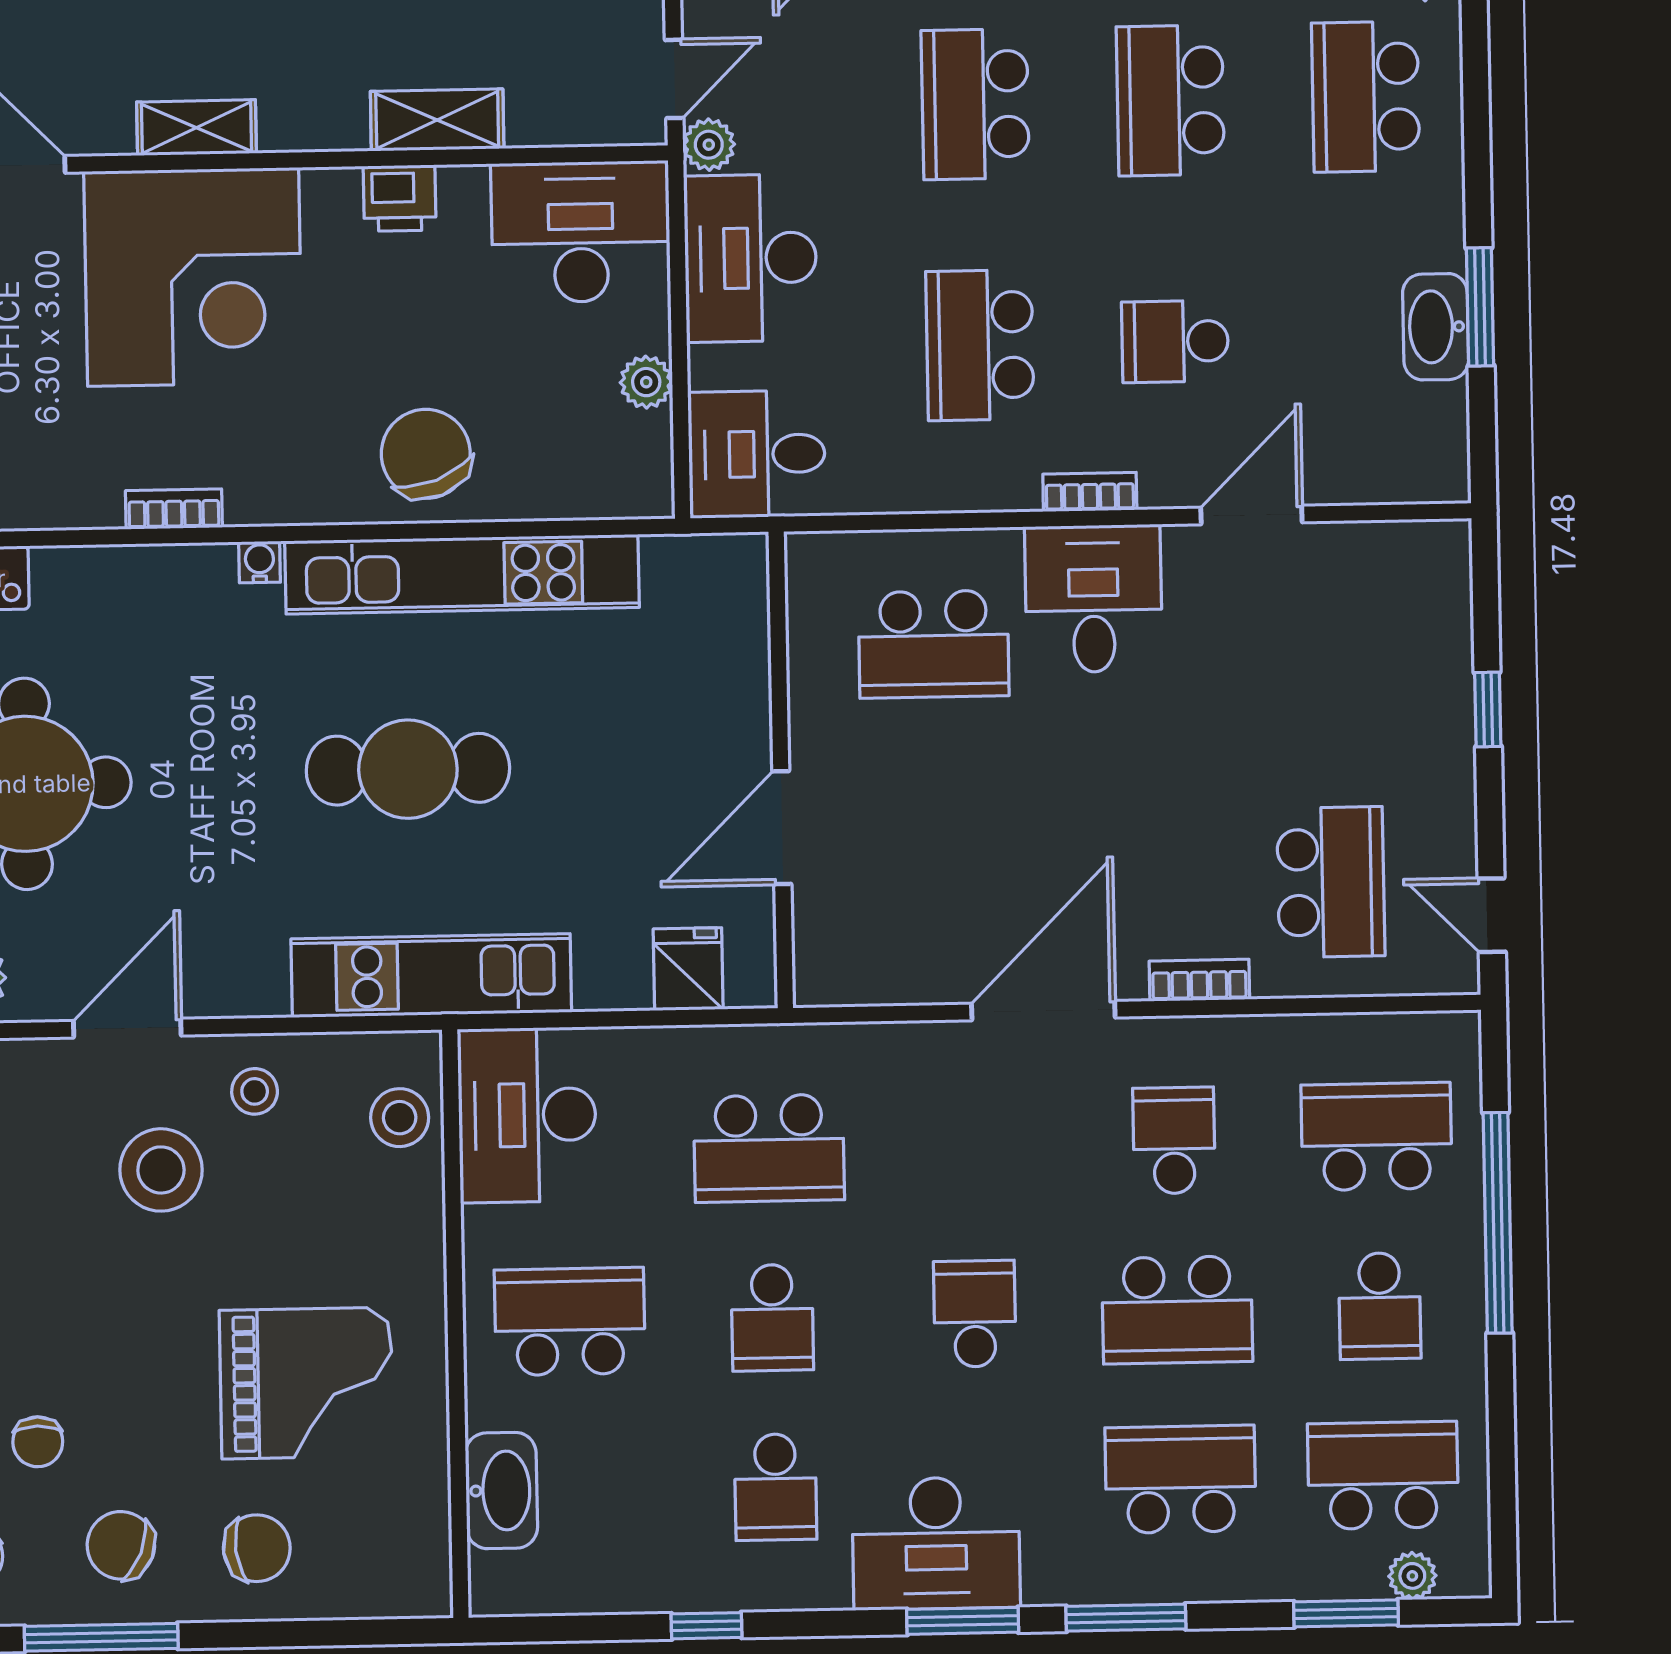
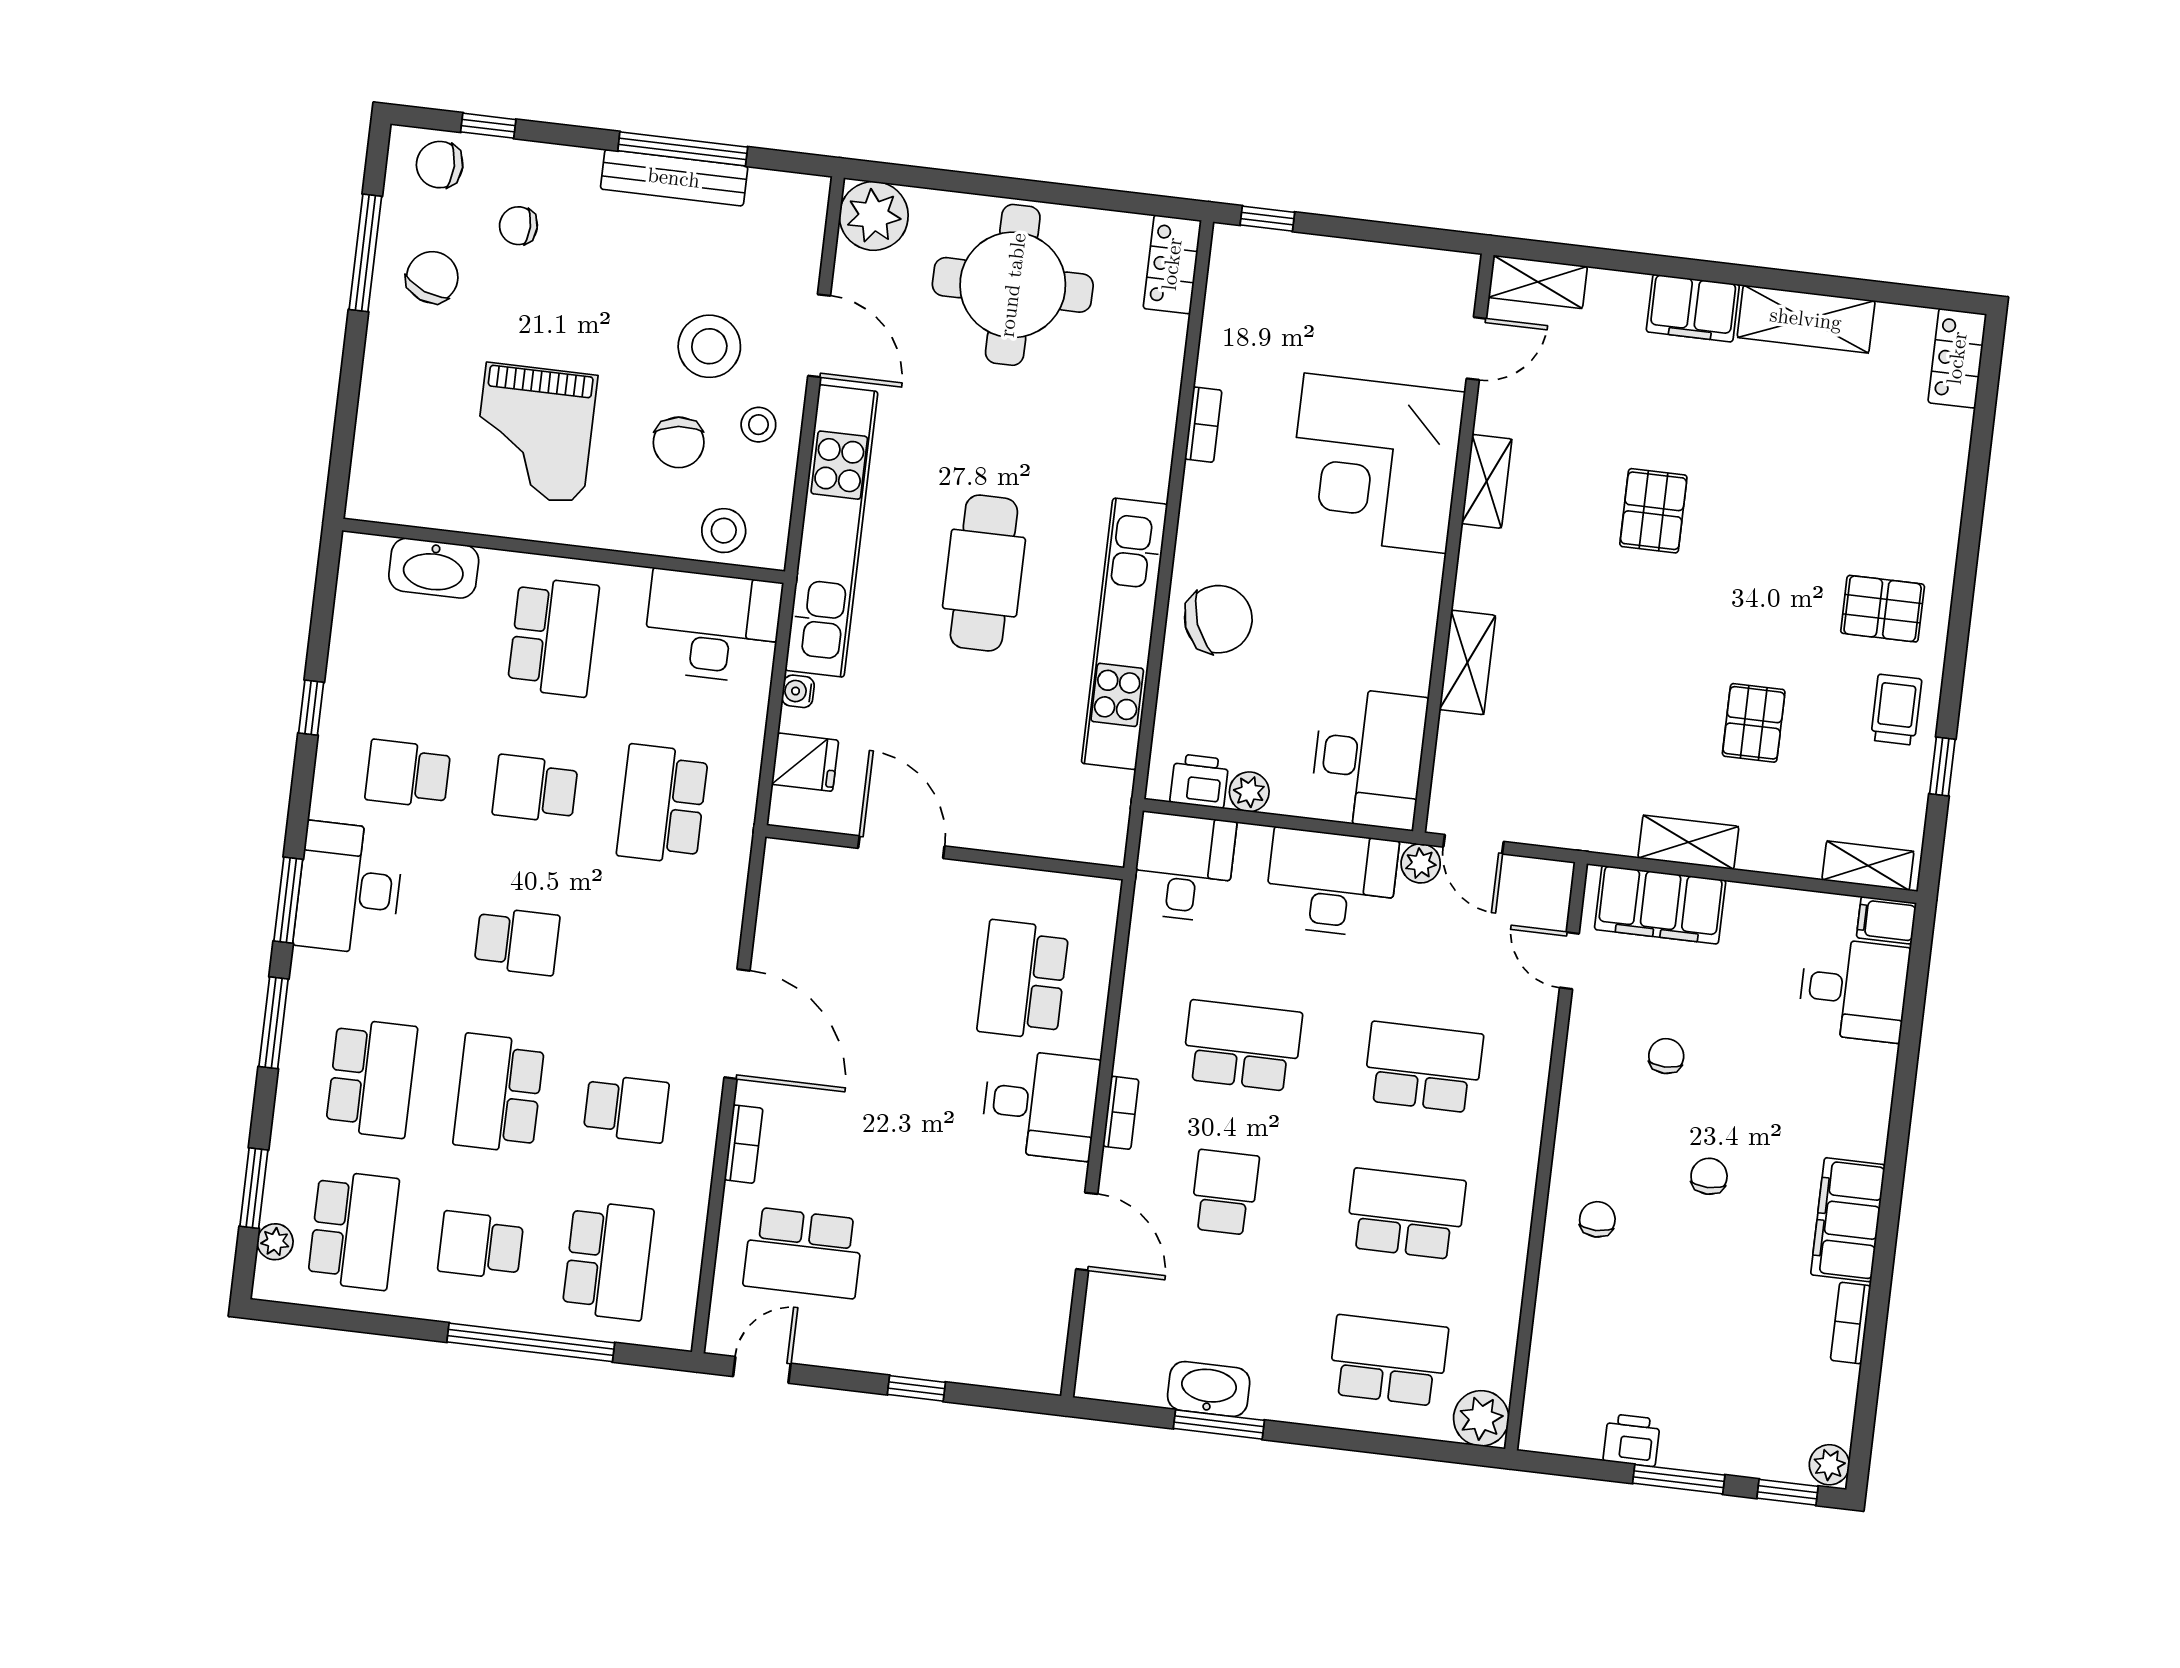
printer: (400, 198) -> (1199, 781), moved, turned 90
water cooler: (260, 562) -> (798, 691), moved, turned 180
kitchen unit: (431, 976) -> (831, 531), width x1.36
chair: (257, 1548) -> (679, 442), moved

